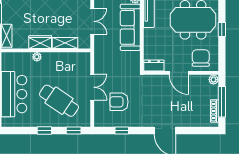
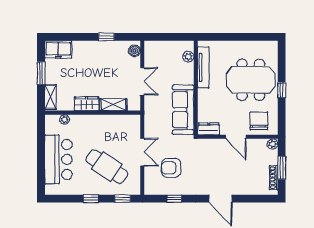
sofa: (130, 27) -> (183, 110), moved
plant: (37, 57) -> (65, 119), moved
window: (222, 102) -> (282, 168), width x0.69

